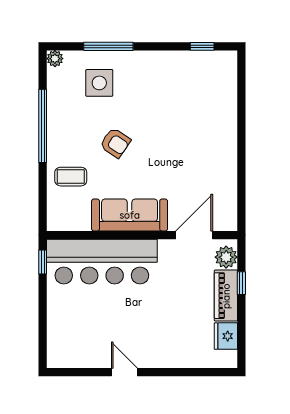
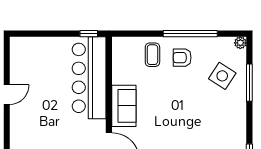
side table: (99, 83) -> (222, 76), turned 33
armchair: (115, 143) -> (182, 58), moved, turned 56
sofa: (130, 215) -> (124, 106), width x0.73

